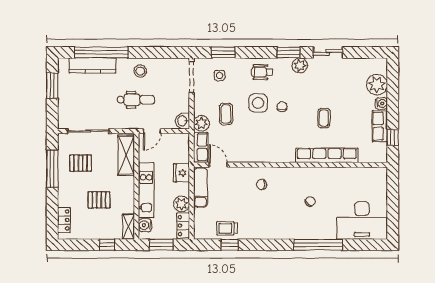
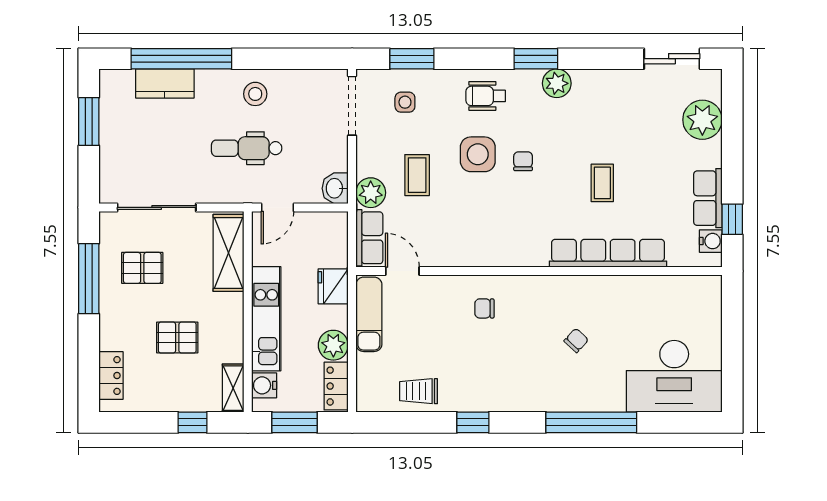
sliding door: (328, 52) -> (672, 59), moved
kitchen counter: (92, 66) -> (165, 83), width x0.67
dental chair: (136, 100) -> (247, 148), turned 180
water cooler: (381, 103) -> (711, 241), moved
window: (230, 245) -> (473, 422), moved

